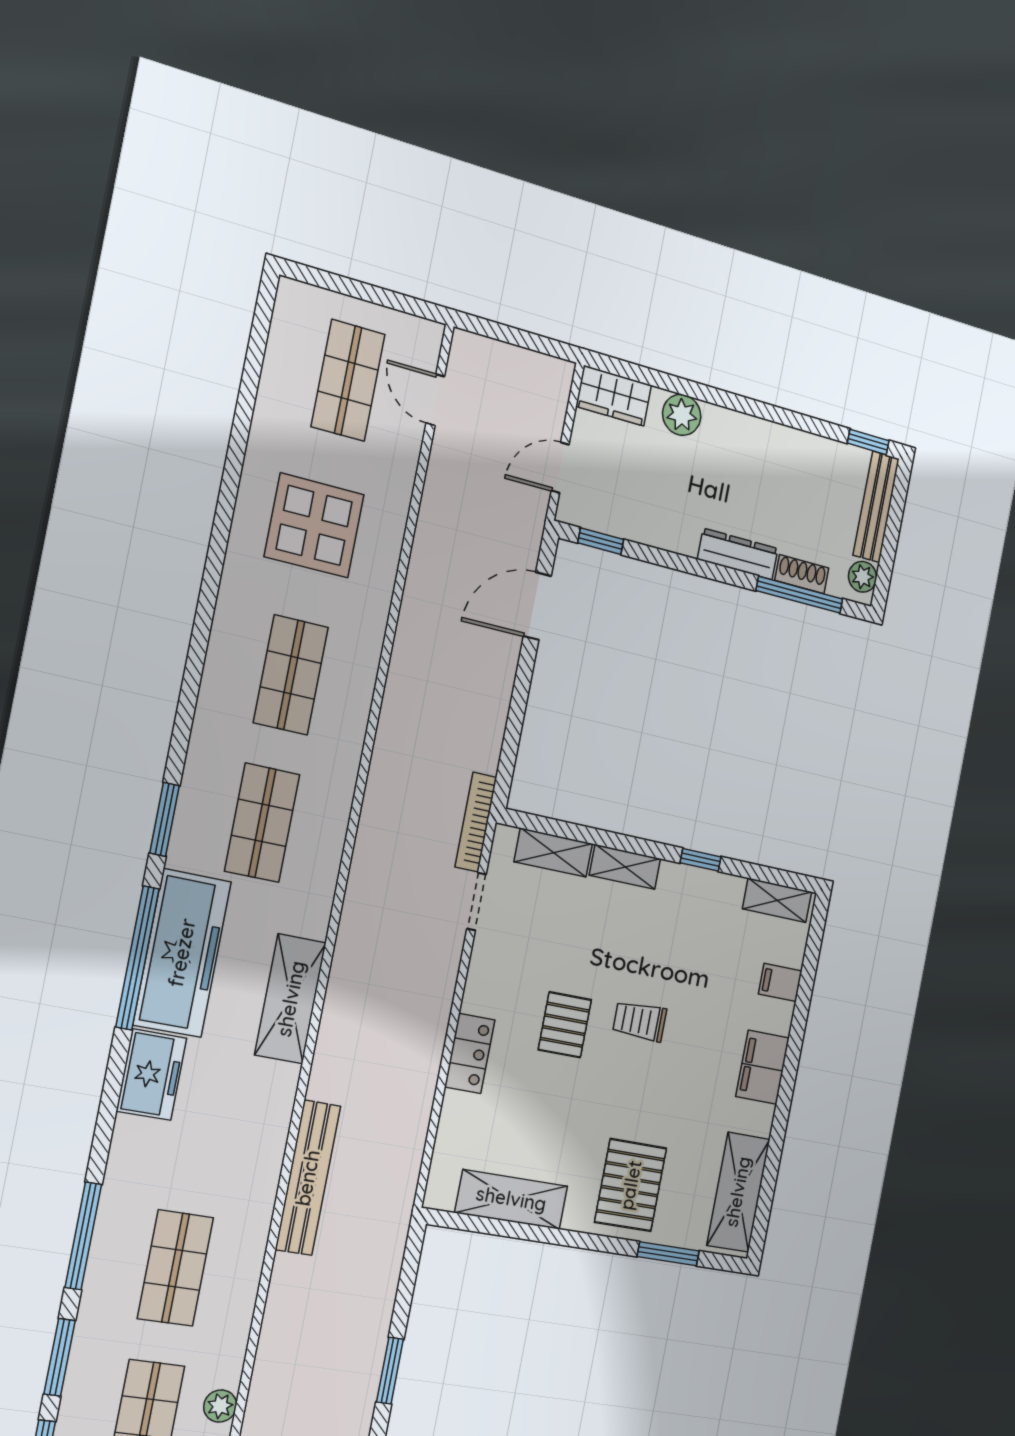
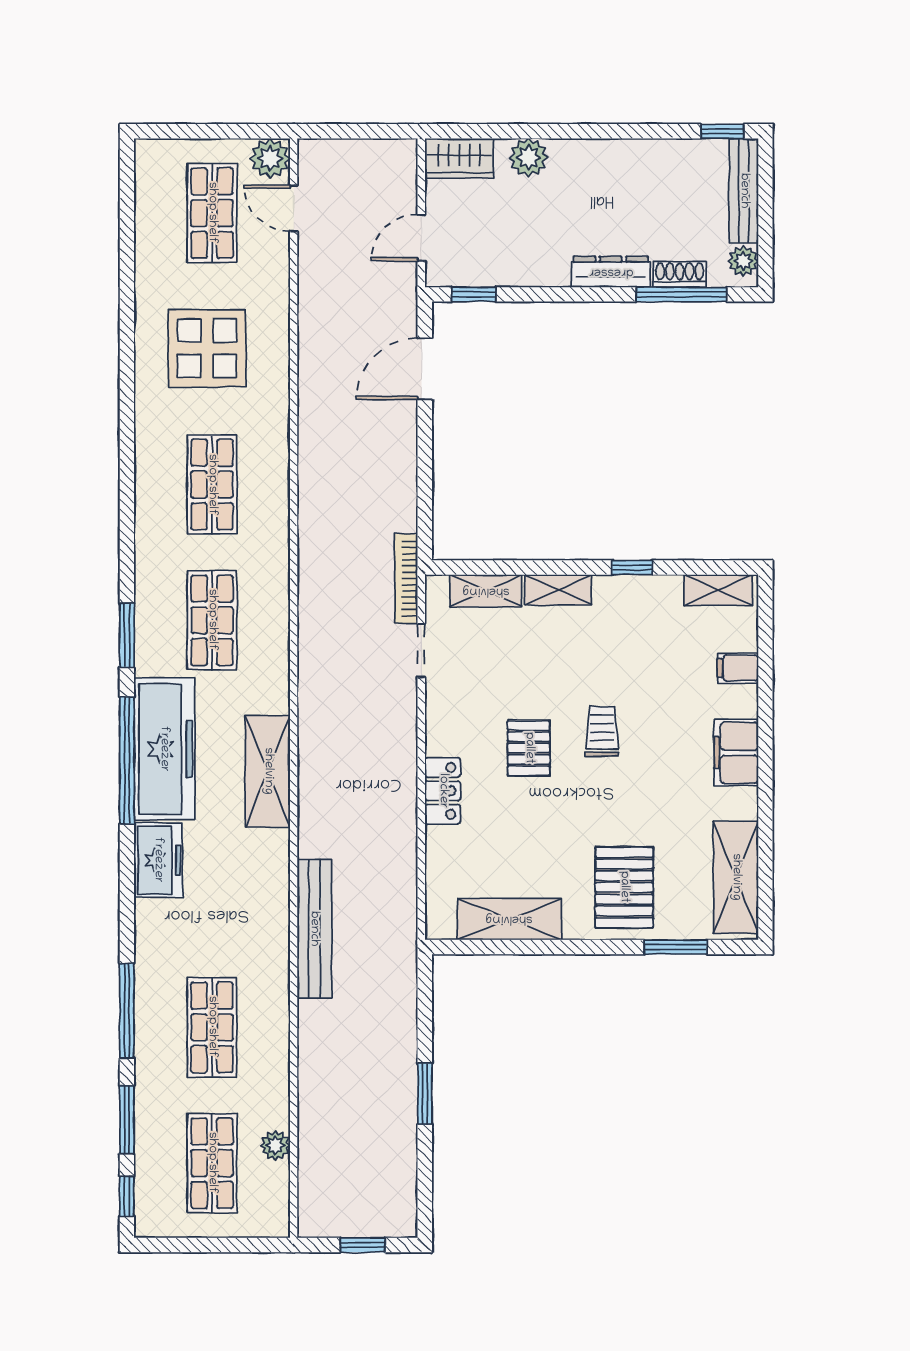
plant: (421, 339) -> (270, 158), added
trolley: (640, 1021) -> (602, 731), turned 90

